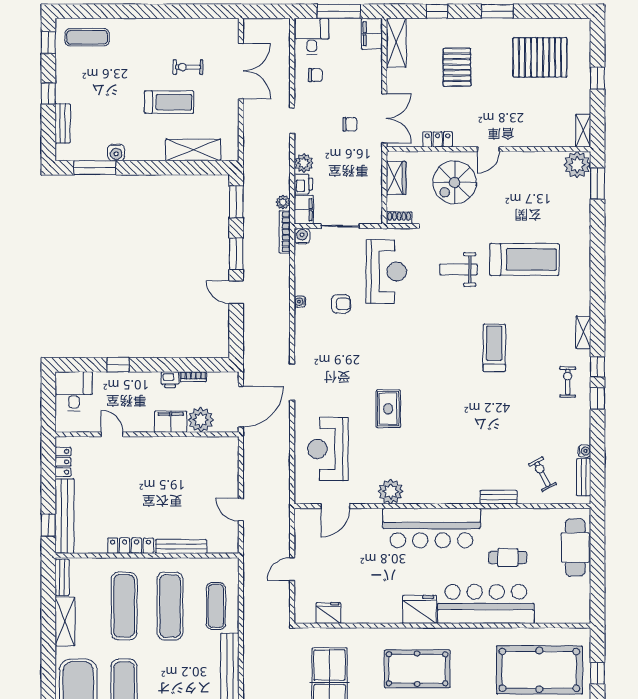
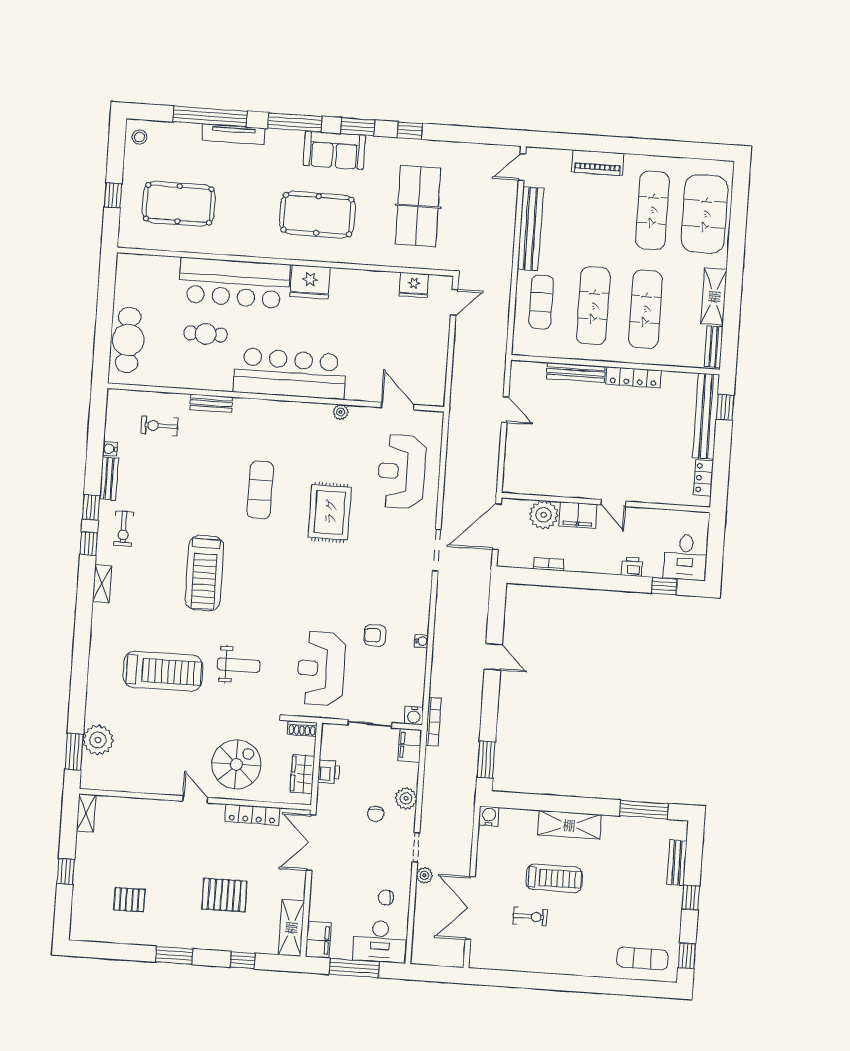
desk: (312, 36) -> (380, 941), width x1.37
pallet: (540, 57) -> (129, 900), width x0.49, depth x0.50
pallet: (457, 67) -> (224, 895), turned 90
treadmill: (169, 102) -> (554, 878), turned 180
chair: (350, 124) -> (376, 814), moved, turned -90
locker: (438, 139) -> (252, 815), width x1.53
door: (488, 149) -> (195, 799), hinge flipped
shelving: (193, 150) -> (569, 825), moved
water cooler: (116, 153) -> (489, 816), moved
plant: (577, 165) -> (98, 740), moved
printer: (303, 184) -> (329, 772), moved, turned 180
plant: (283, 202) -> (424, 875), moved
window: (236, 254) -> (490, 701), removed
treadmill: (524, 259) -> (163, 671), turned 180
treadmill: (494, 348) -> (204, 573), width x1.37, depth x1.38
window: (118, 365) -> (664, 586), moved
printer: (170, 380) -> (632, 567), moved
rug: (388, 409) -> (330, 512), width x1.36, depth x1.43
exercise mat: (450, 424) -> (260, 490), added
door: (112, 434) -> (613, 503), moved
reception desk: (328, 449) -> (402, 472), turned 180
exercise bike: (542, 474) -> (160, 426), turned 117
bench: (584, 477) -> (109, 479), moved
plant: (391, 492) -> (341, 412), width x0.53, depth x0.53
door: (335, 506) -> (398, 406), hinge flipped
door: (292, 569) -> (454, 302), moved
pool table: (539, 670) -> (179, 204), width x0.73, depth x0.76

